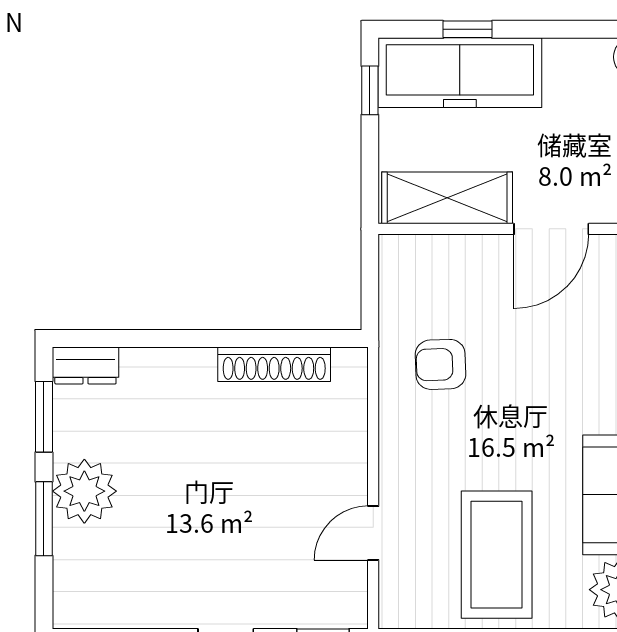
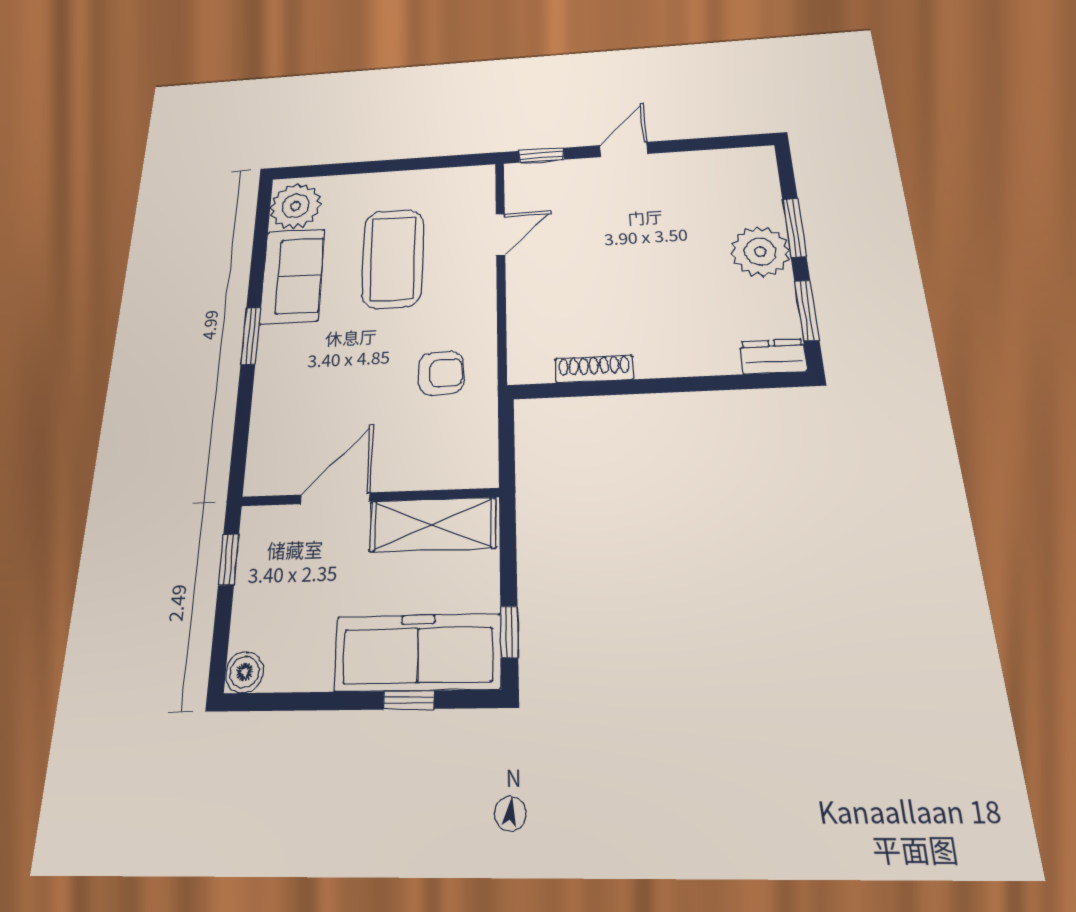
shoe rack: (274, 364) -> (594, 369), width x0.74, depth x0.81
coffee table: (497, 555) -> (393, 258), moved

